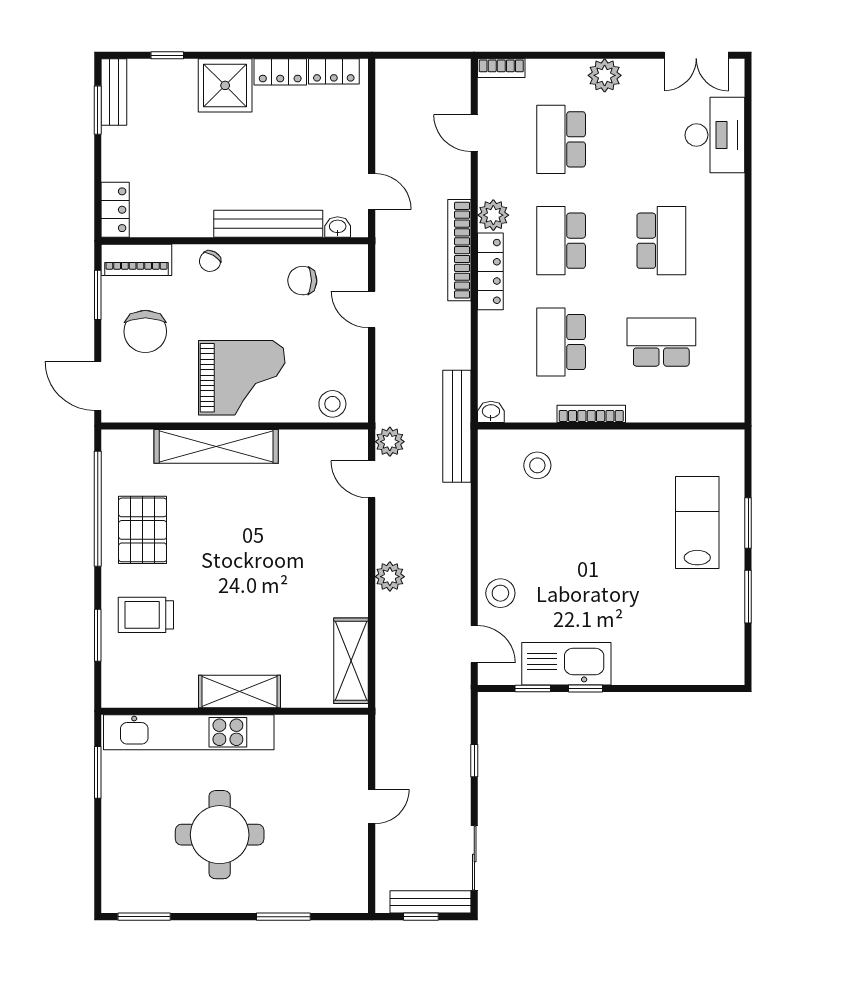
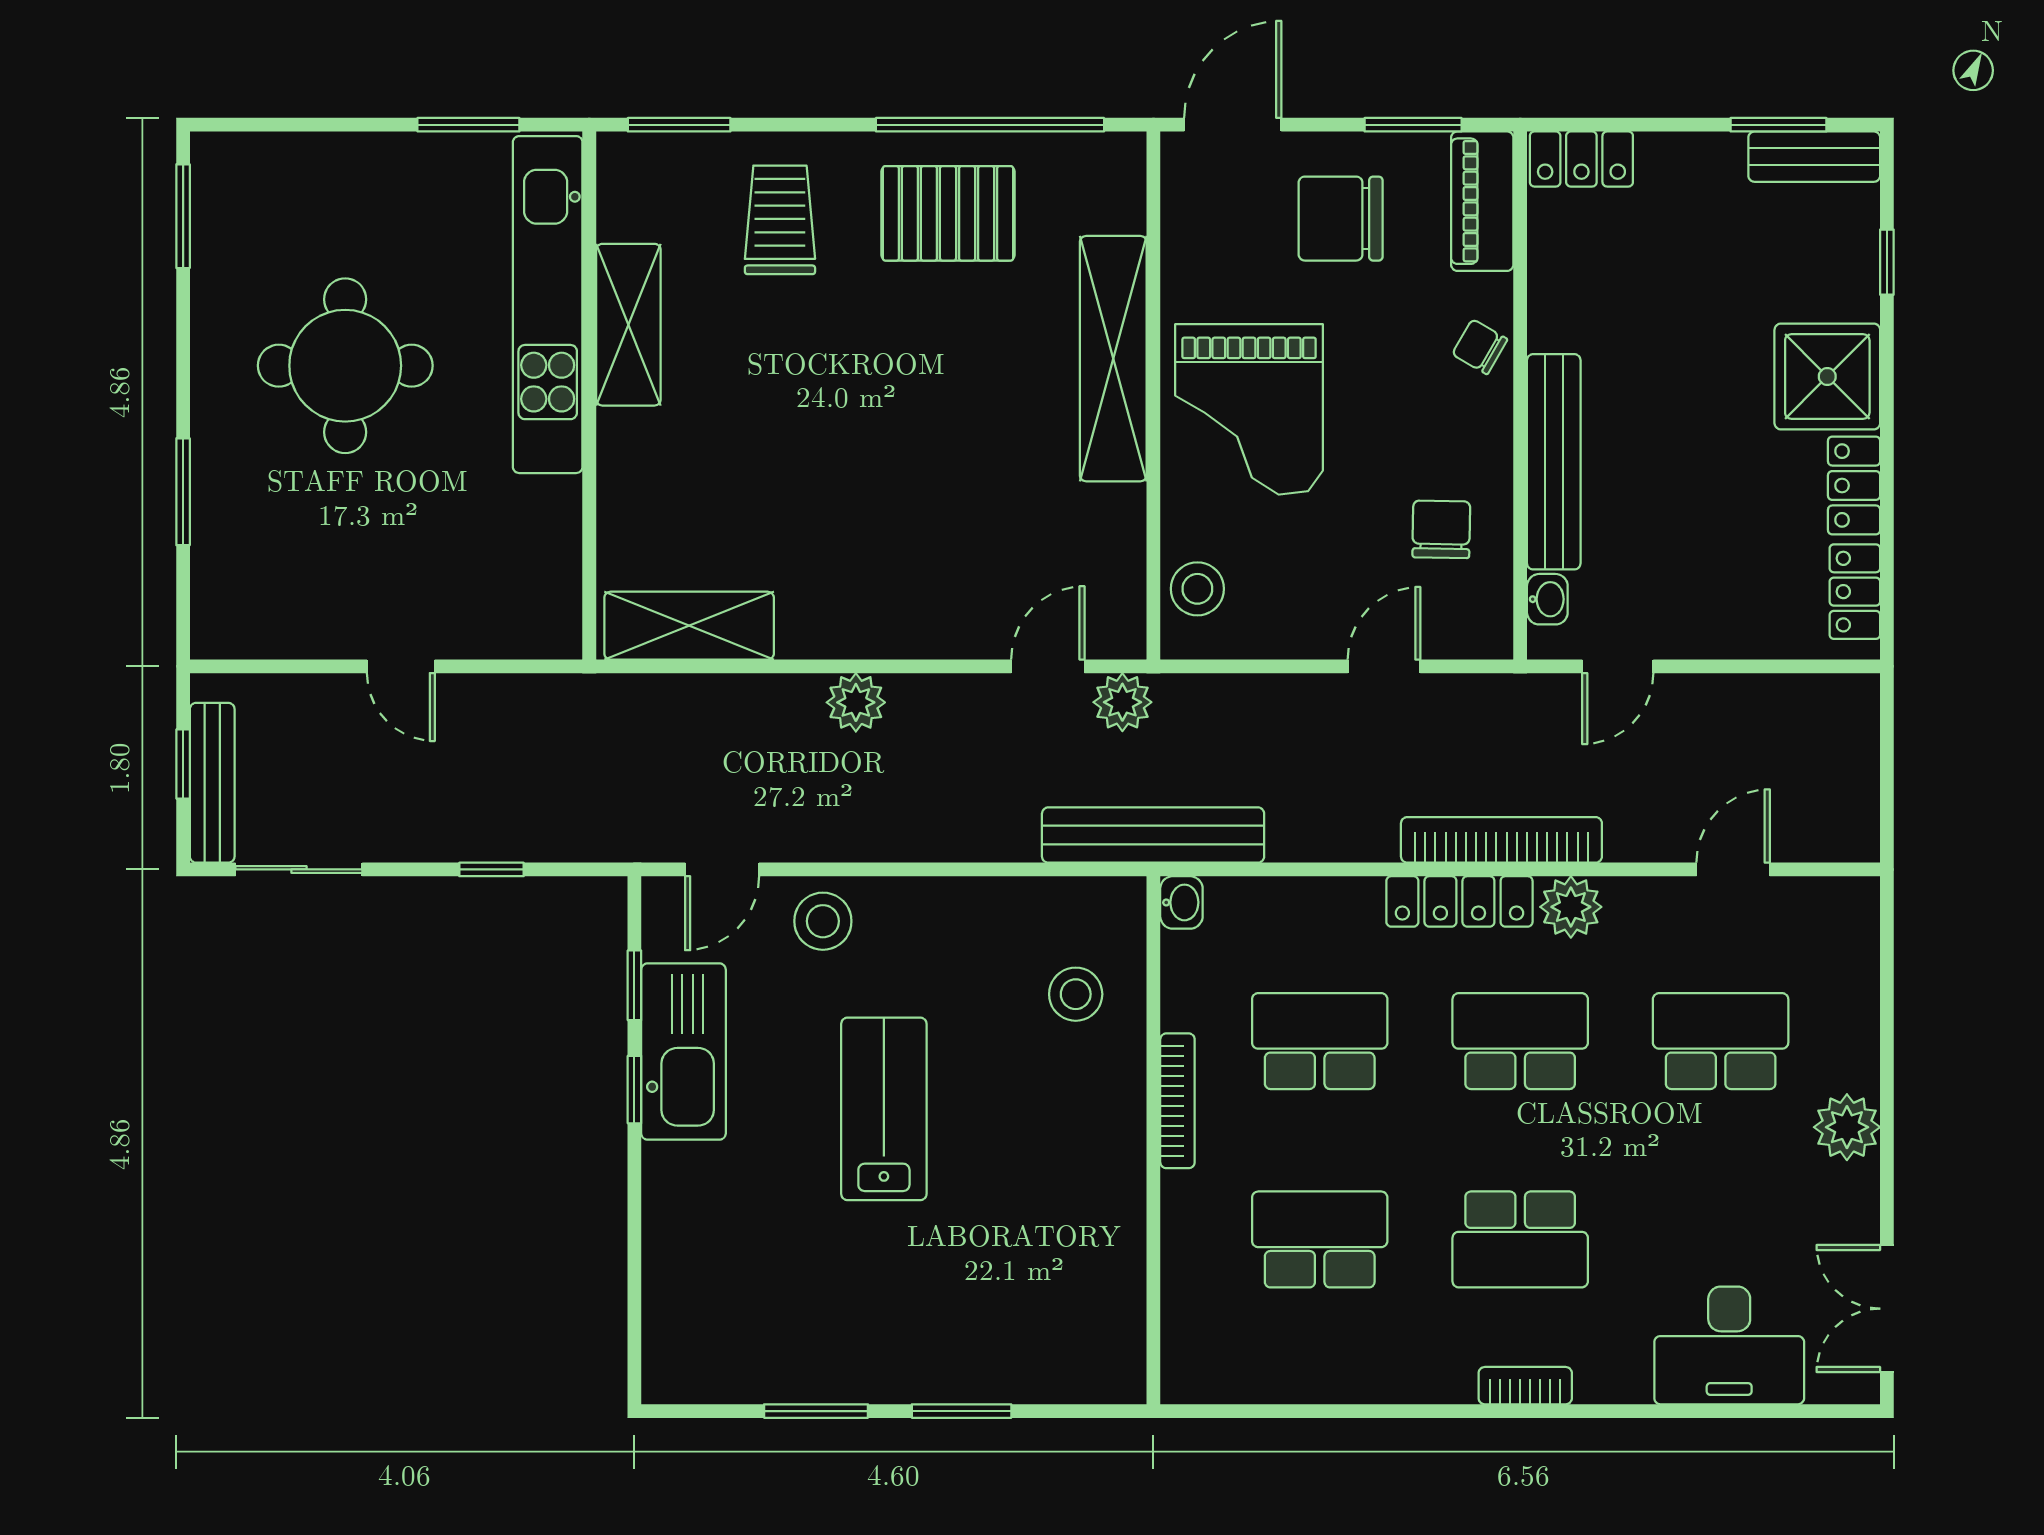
bookcase: (501, 68) -> (1525, 1386), moved, turned 90
school desk: (661, 342) -> (1320, 1239), turned -90
lab bench: (697, 523) -> (884, 1109), moved, turned -90
window: (98, 635) -> (679, 125), moved
shelving: (239, 691) -> (628, 325), moved

